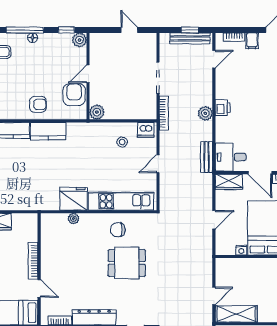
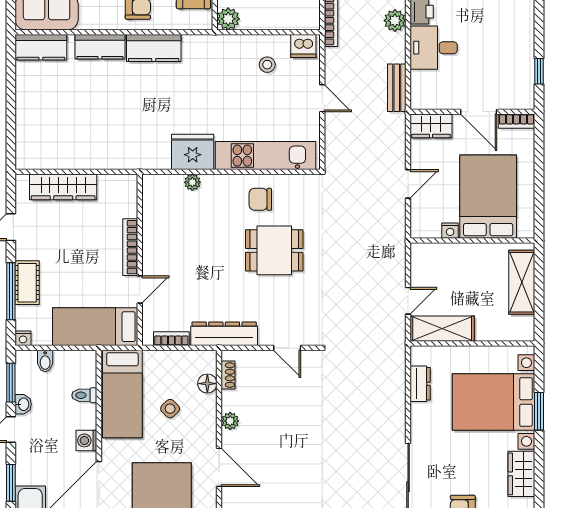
desk: (231, 157) -> (434, 48), moved
door: (158, 164) -> (322, 98), swing flipped
door: (39, 288) -> (140, 290), hinge flipped

